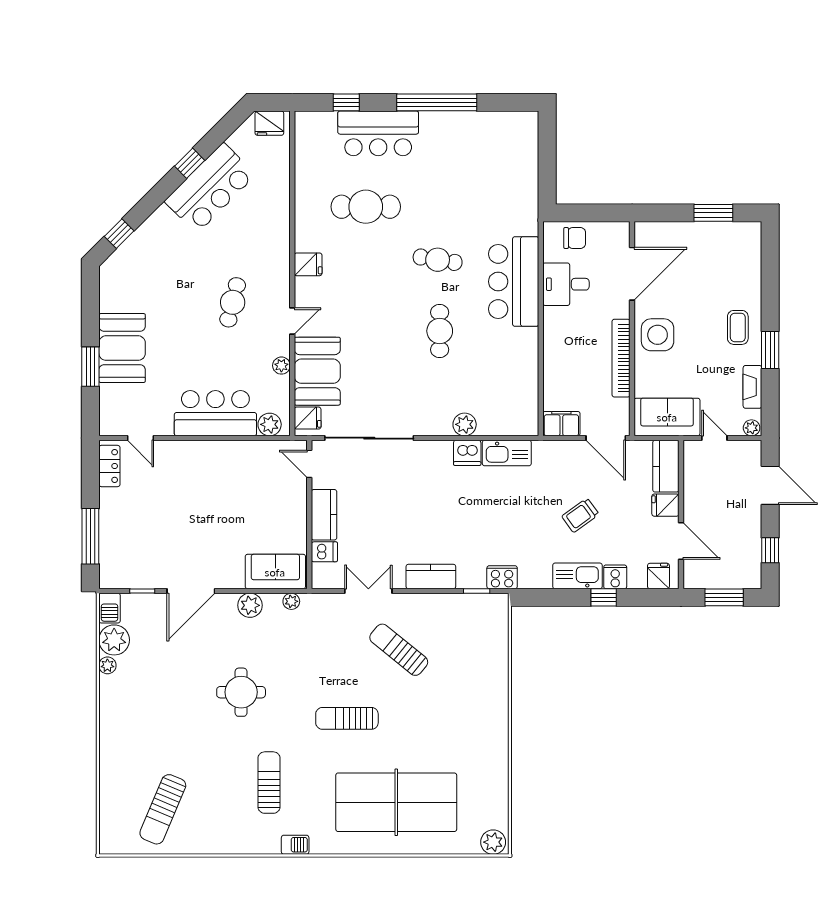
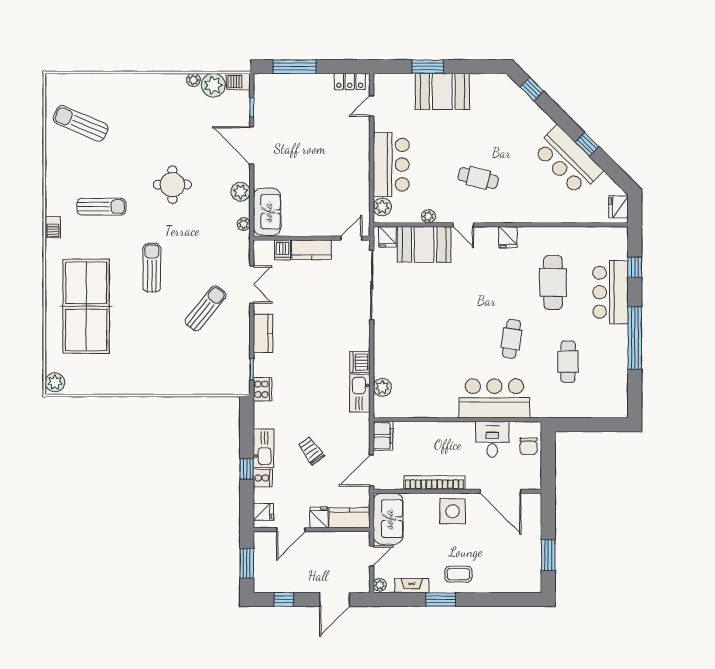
cafe table: (440, 331) -> (568, 362), moved, turned 90
plant: (465, 424) -> (382, 387), moved

